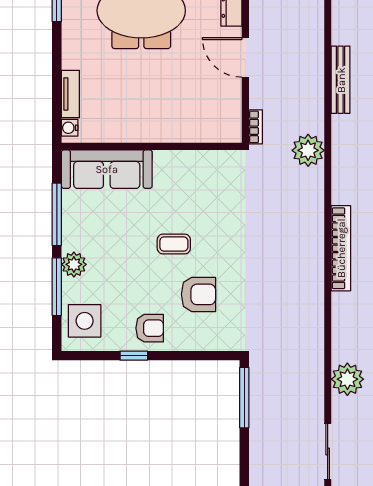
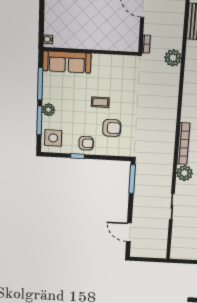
tv unit: (70, 94) -> (49, 21), removed
bookcase: (341, 248) -> (183, 144), moved

